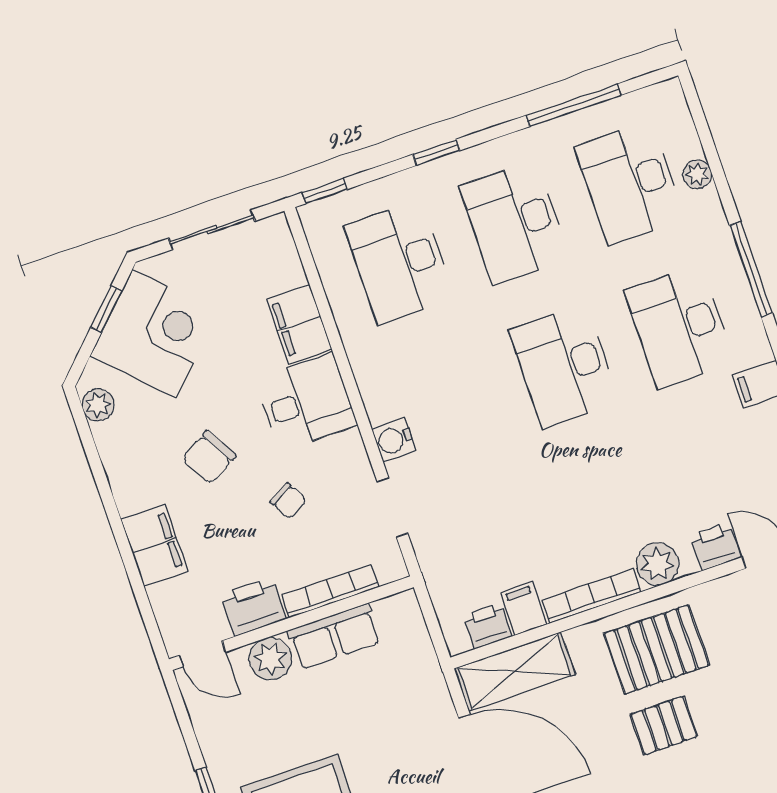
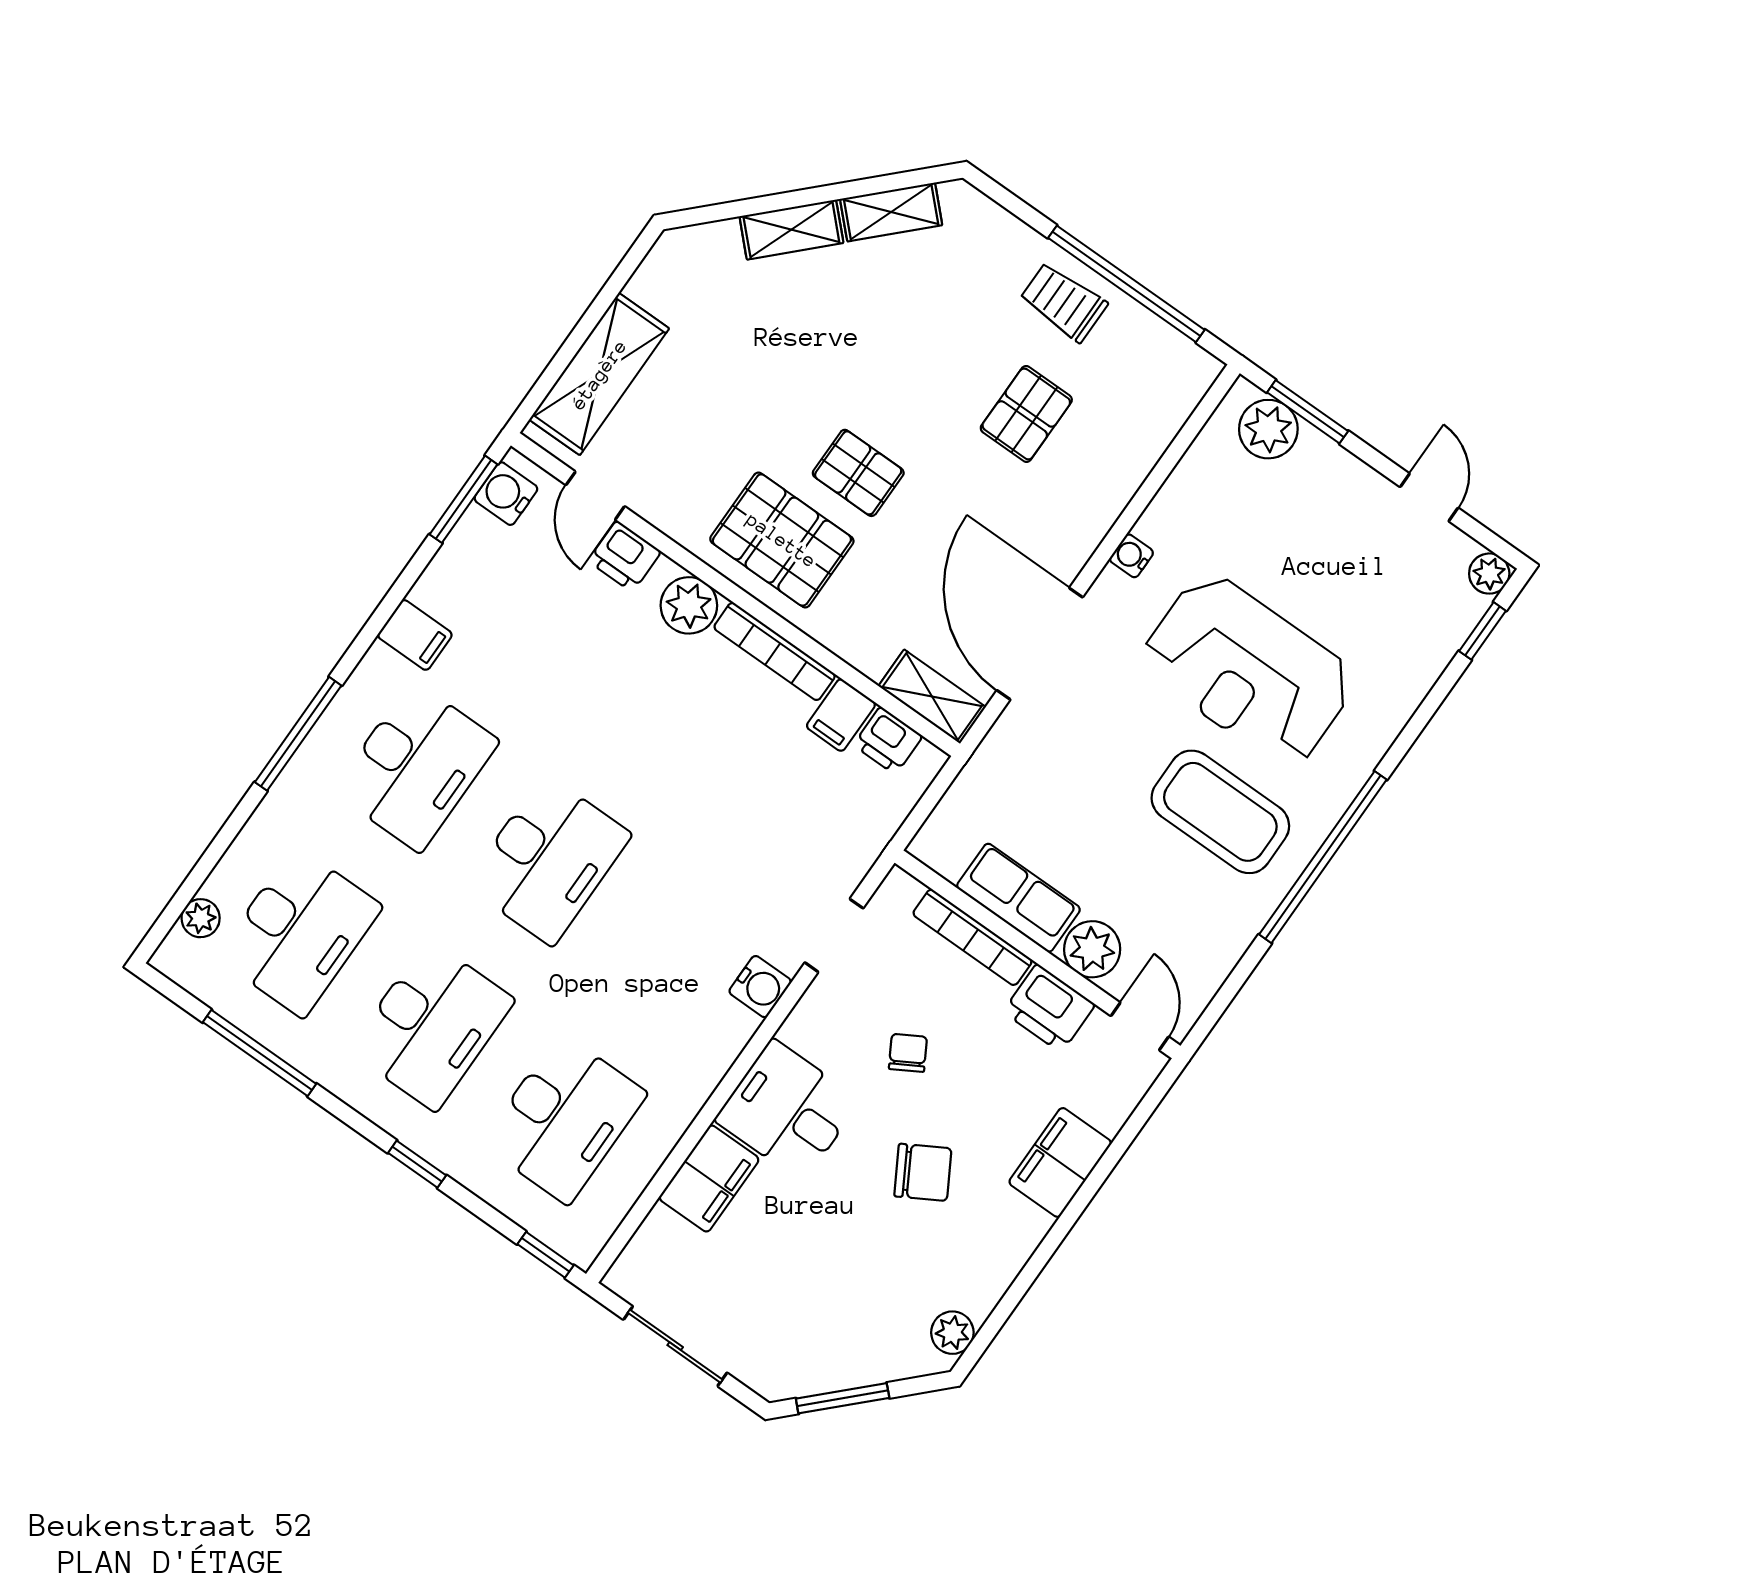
plant: (697, 174) -> (201, 918), moved
window: (106, 309) -> (843, 1398), width x1.50
corner desk: (154, 334) -> (832, 1327), removed
shelving: (515, 671) -> (932, 697), width x0.67, depth x0.75

